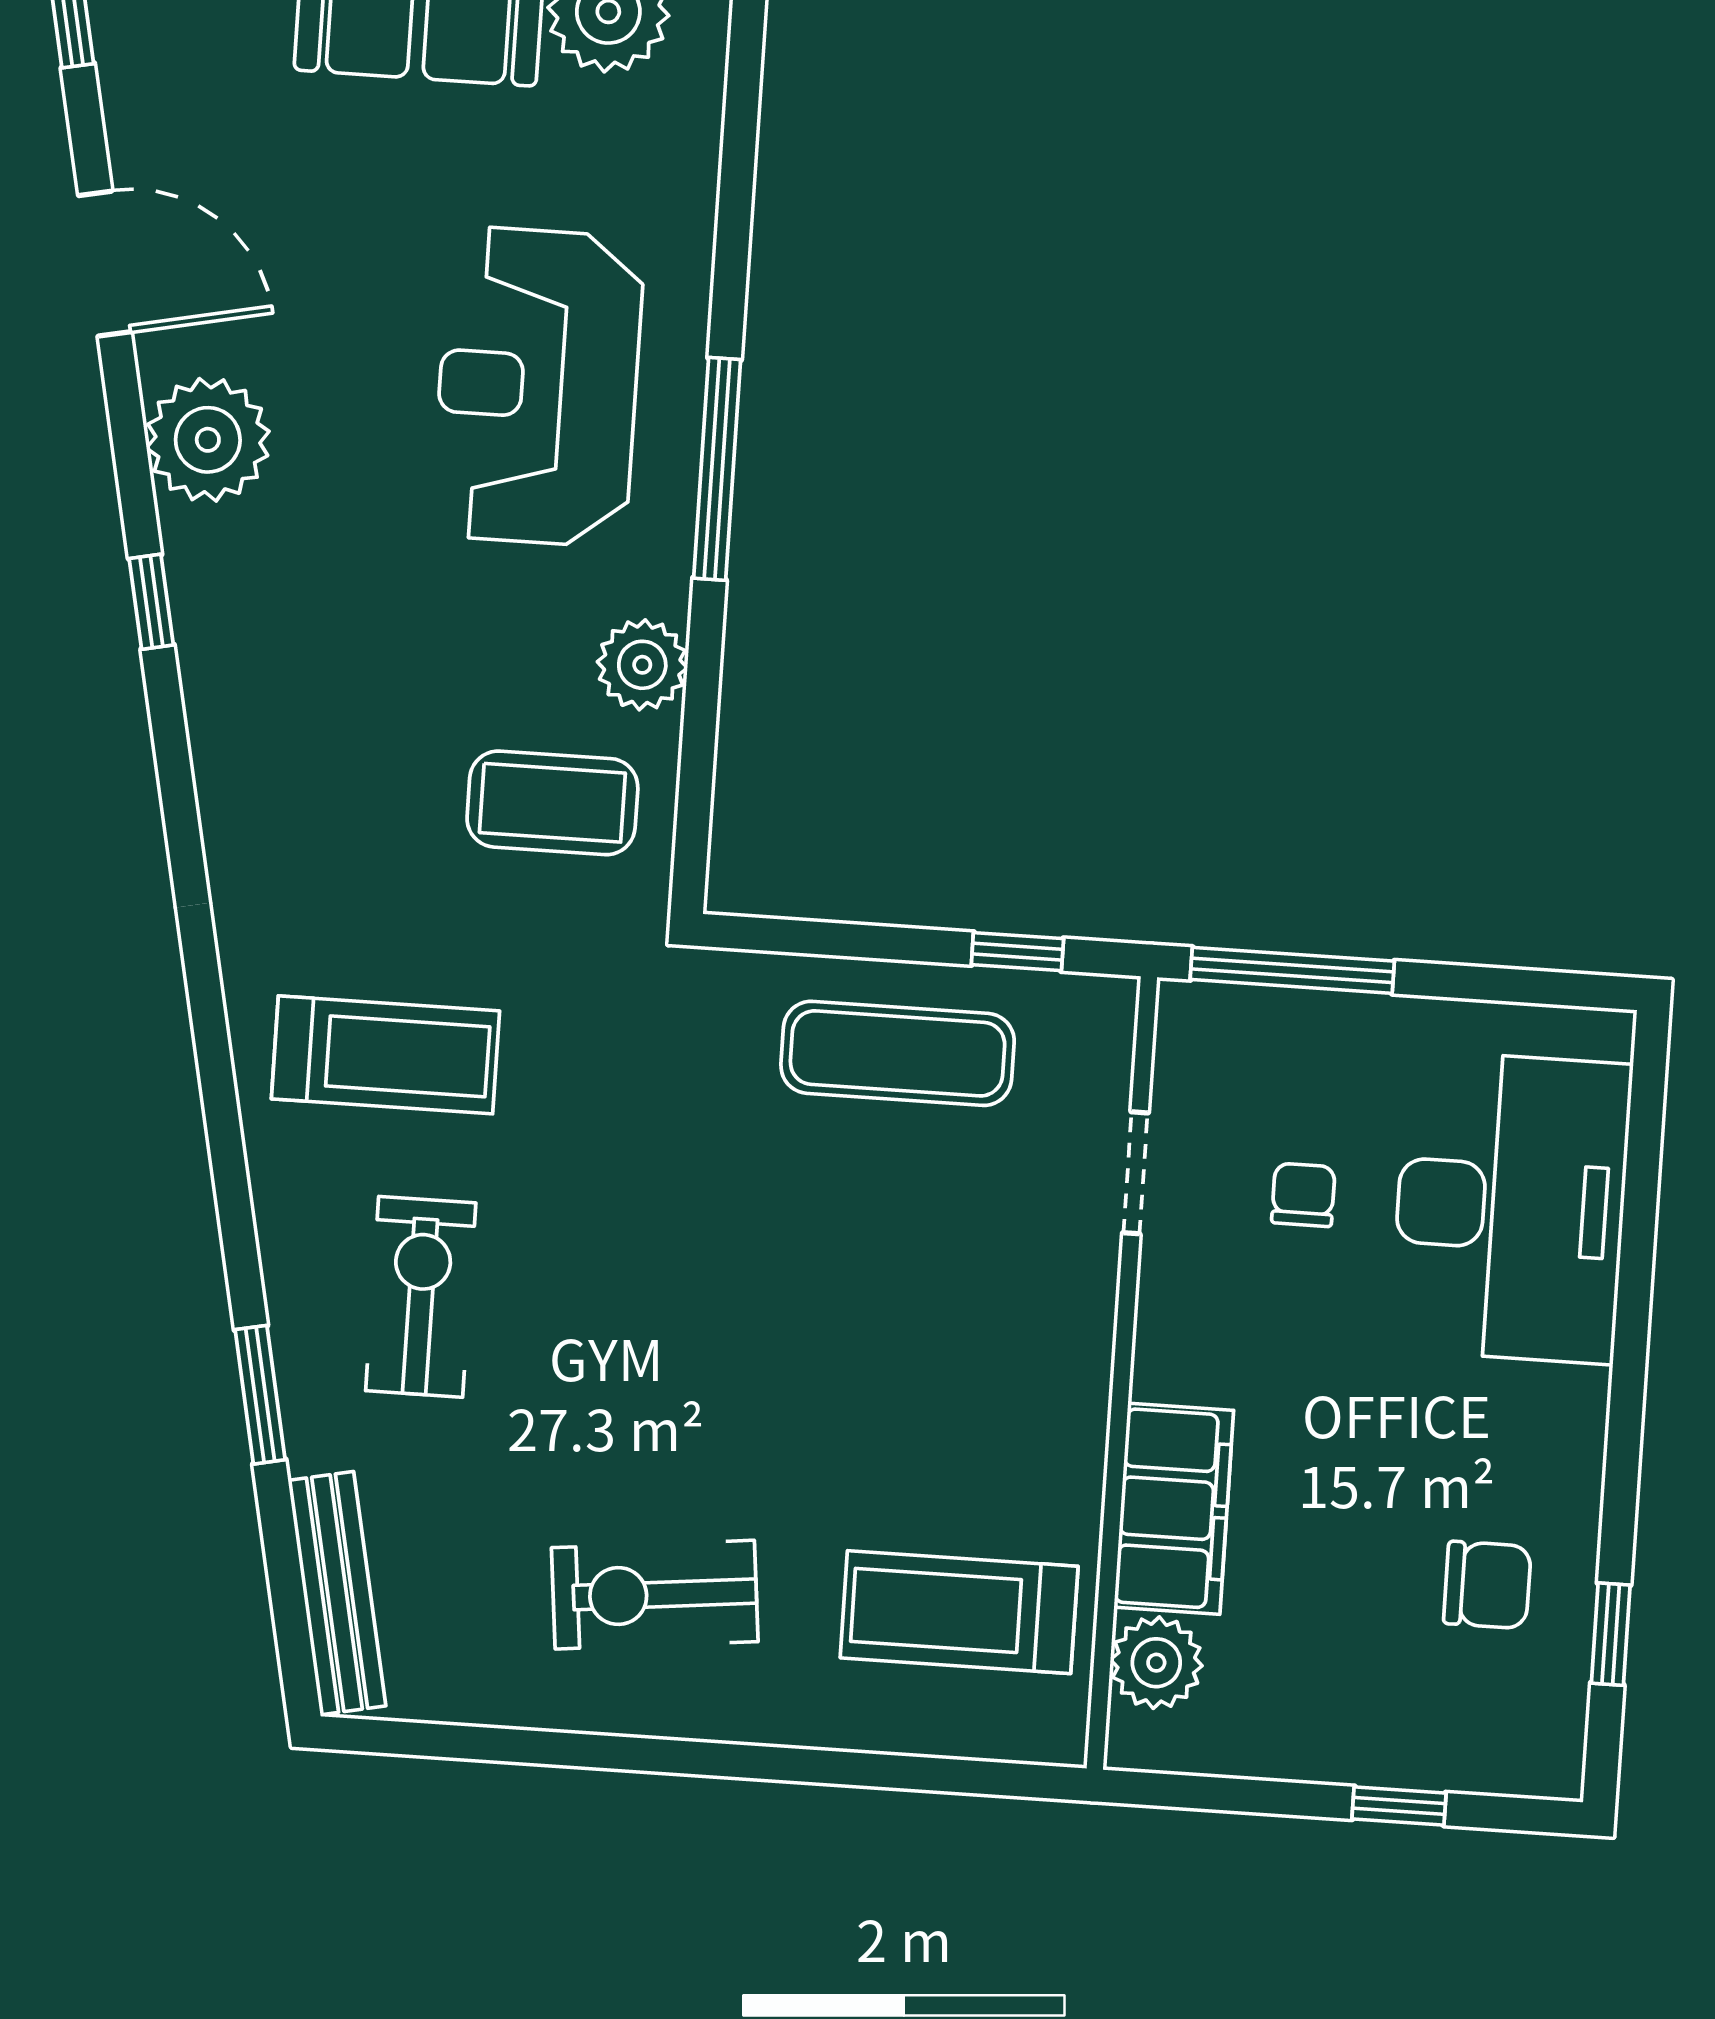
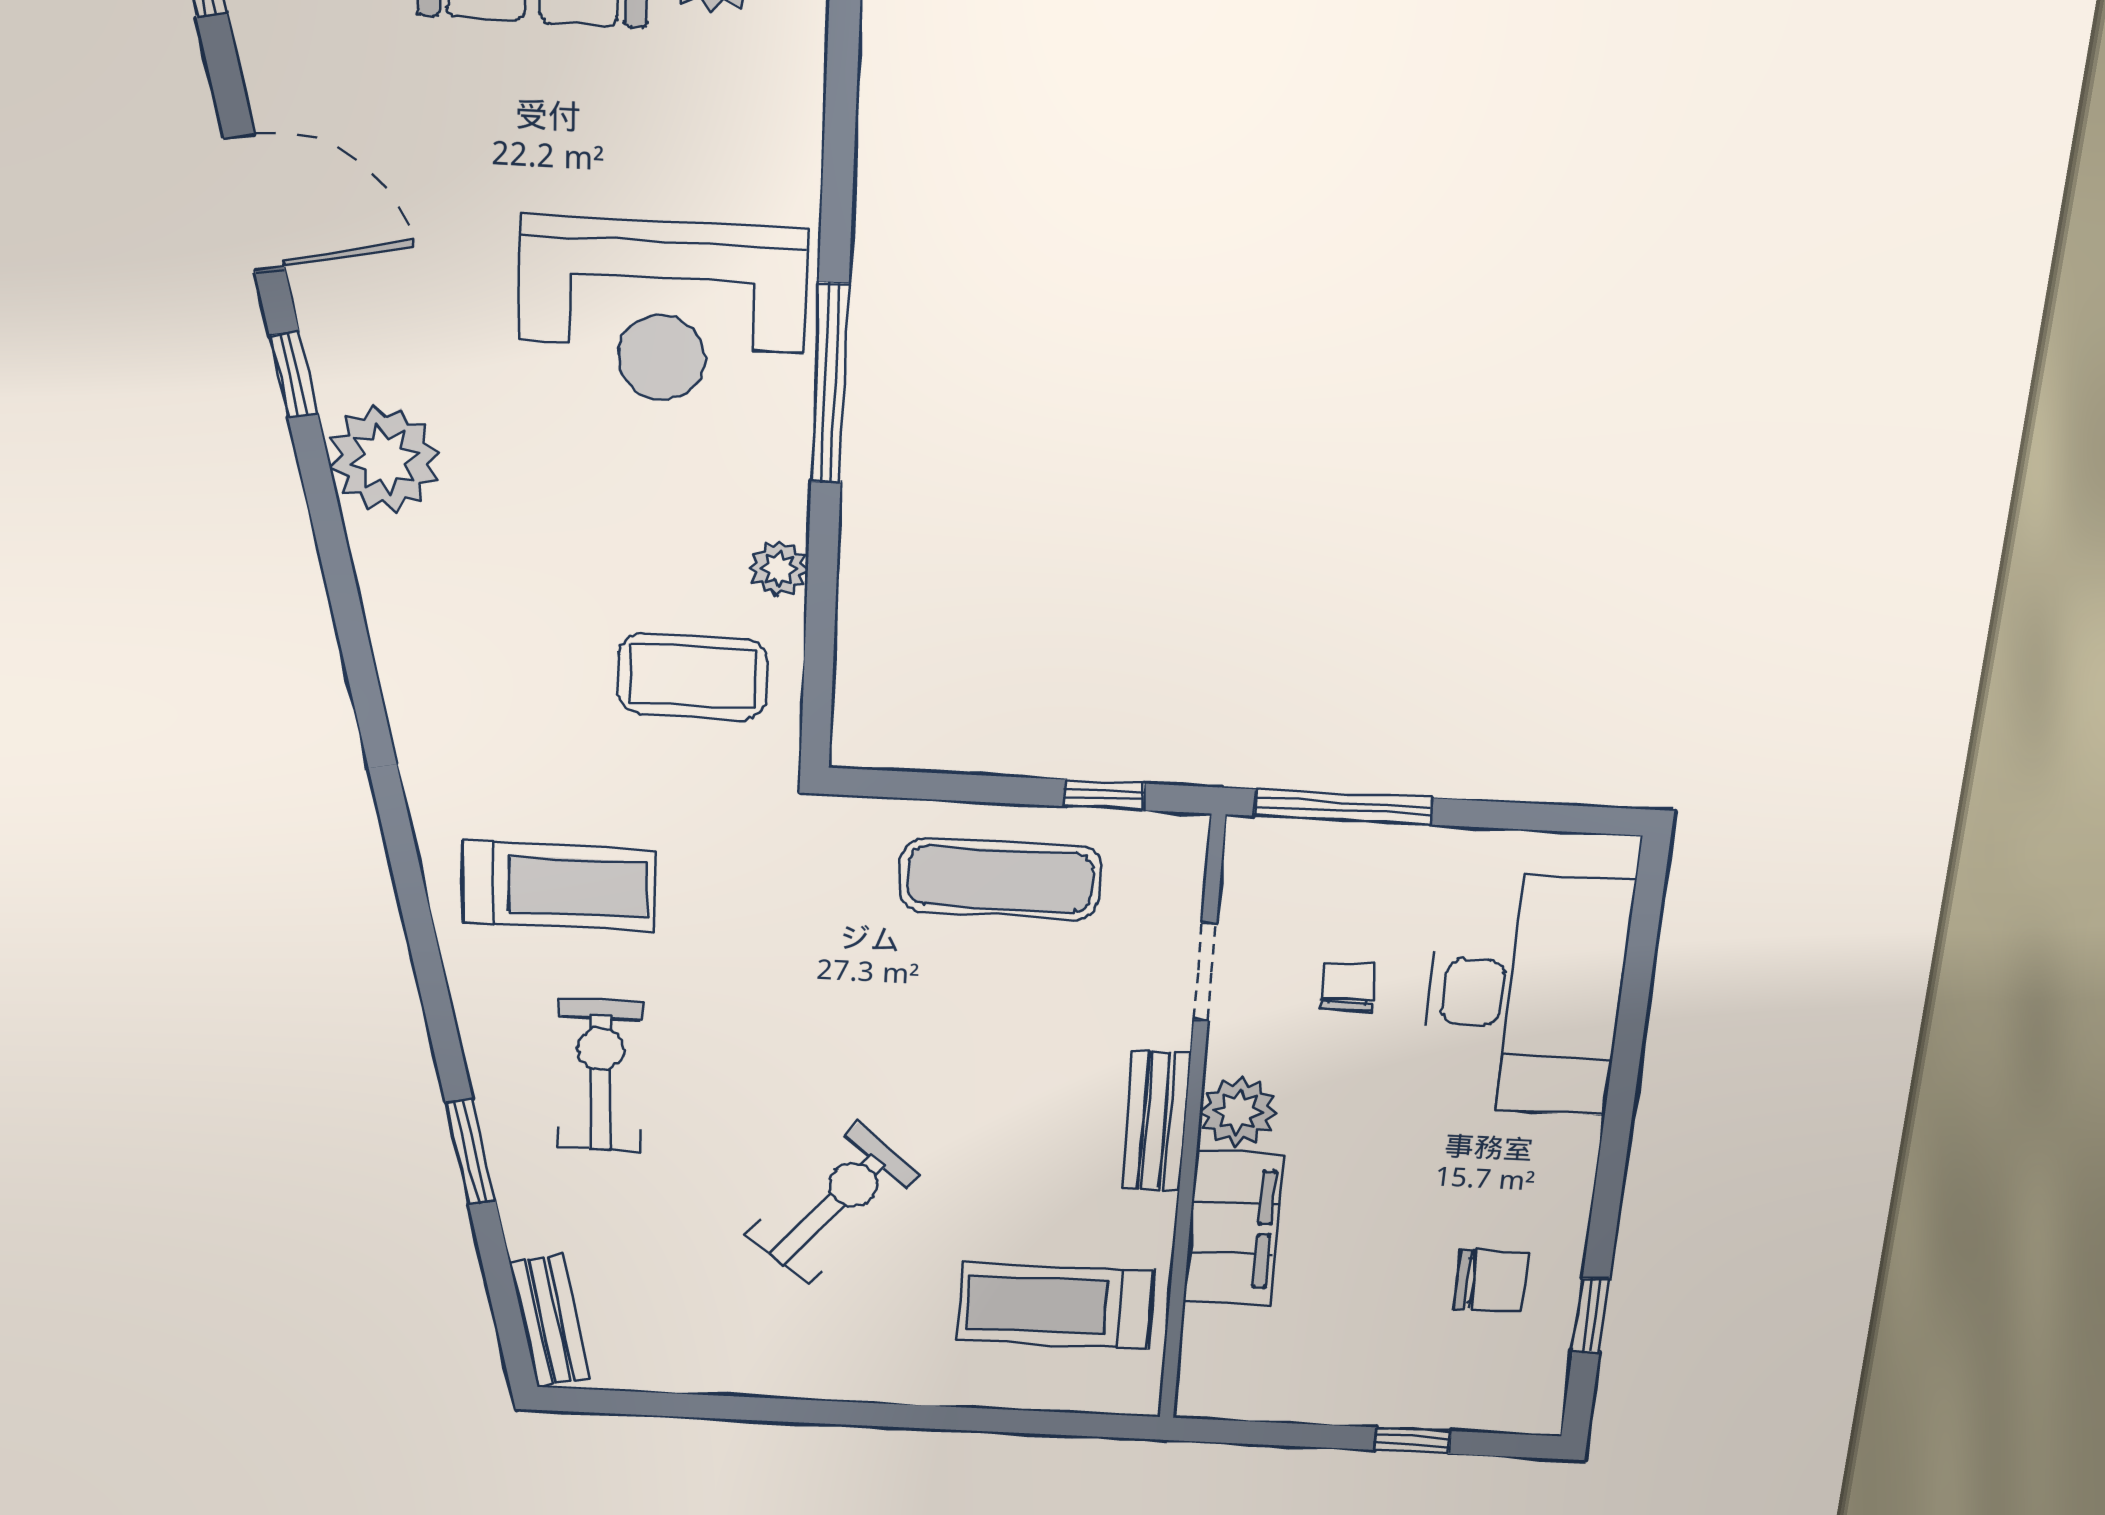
reception desk: (538, 387) -> (662, 311), turned -90
plant: (208, 440) -> (384, 459), moved
window: (151, 602) -> (293, 374), moved
plant: (642, 665) -> (779, 569), width x0.73, depth x0.73
bench: (1080, 1366) -> (1156, 1121), added
bench: (337, 1593) -> (550, 1321), width x0.73
exercise bike: (655, 1595) -> (832, 1204), moved, turned 136
plant: (1156, 1663) -> (1238, 1111), moved

